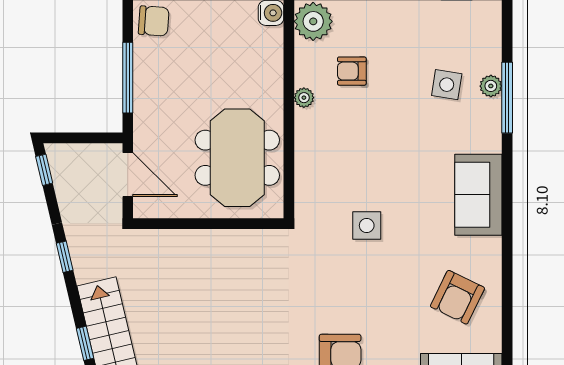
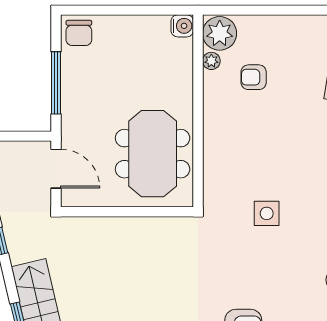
chair: (154, 21) -> (79, 33), turned 86
plant: (304, 98) -> (211, 61), moved

